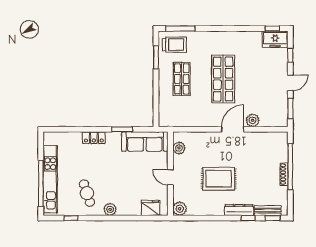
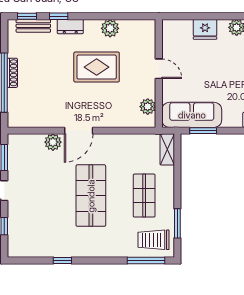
window: (272, 29) -> (62, 260), moved
freezer: (275, 39) -> (24, 247), removed
shelving: (164, 115) -> (167, 149), added
window: (122, 129) -> (203, 131), moved
fridge: (151, 208) -> (205, 29), moved
plant: (180, 209) -> (110, 28), moved
dresser: (239, 210) -> (70, 27), width x0.70

